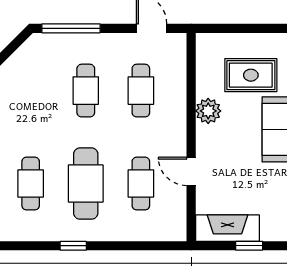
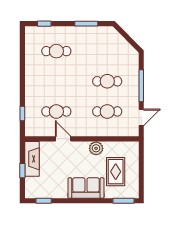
window: (71, 28) -> (141, 86), moved
door: (191, 171) -> (63, 139), hinge flipped
cafe table: (86, 184) -> (56, 81), removed
window: (73, 246) -> (22, 113), moved

